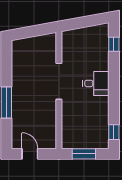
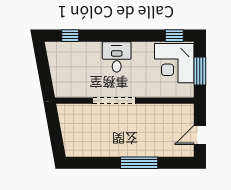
corner desk: (91, 132) -> (174, 63), added

